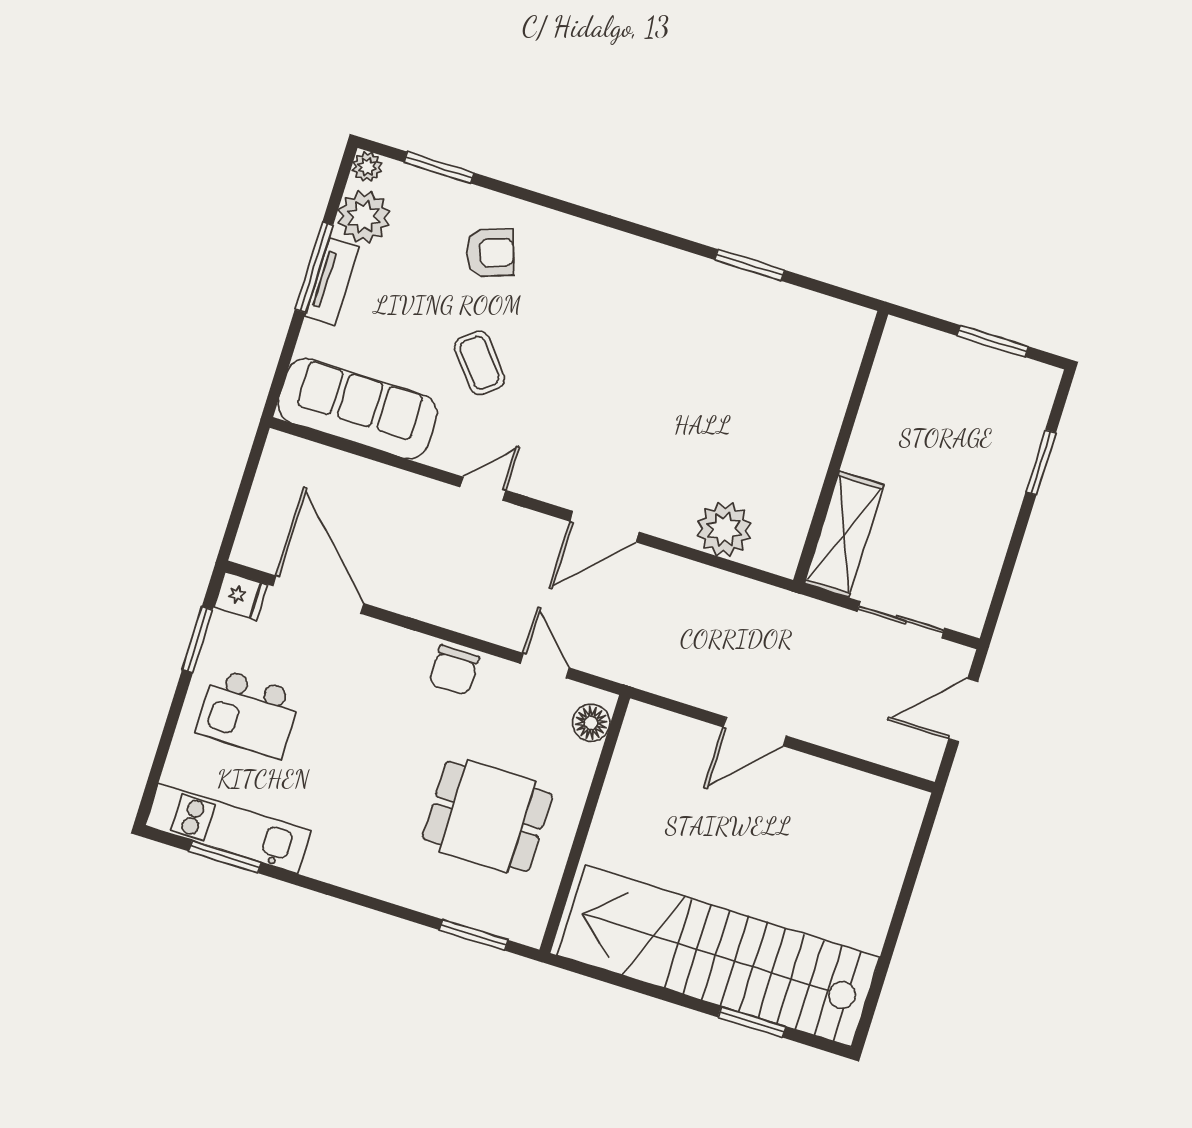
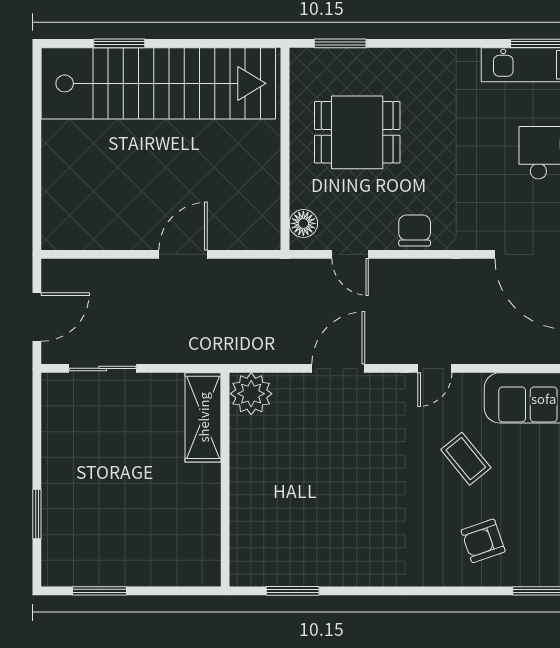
wall: (841, 447) -> (225, 480), moved
shelving: (844, 534) -> (203, 417), moved

